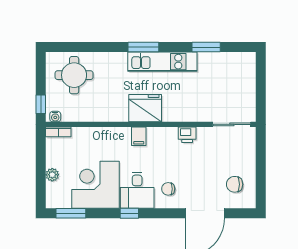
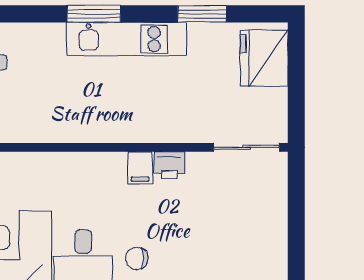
fridge: (145, 108) -> (264, 58), moved, turned -90
filing cabinet: (139, 136) -> (140, 168), moved
chair: (235, 184) -> (251, 251), removed

